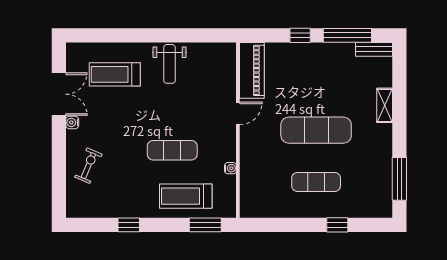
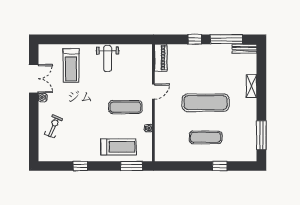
piano: (252, 70) -> (161, 58), width x0.73, depth x0.75
treadmill: (115, 74) -> (71, 65), turned -90
exercise mat: (172, 150) -> (125, 107), moved
treadmill: (186, 196) -> (119, 147), turned 180

